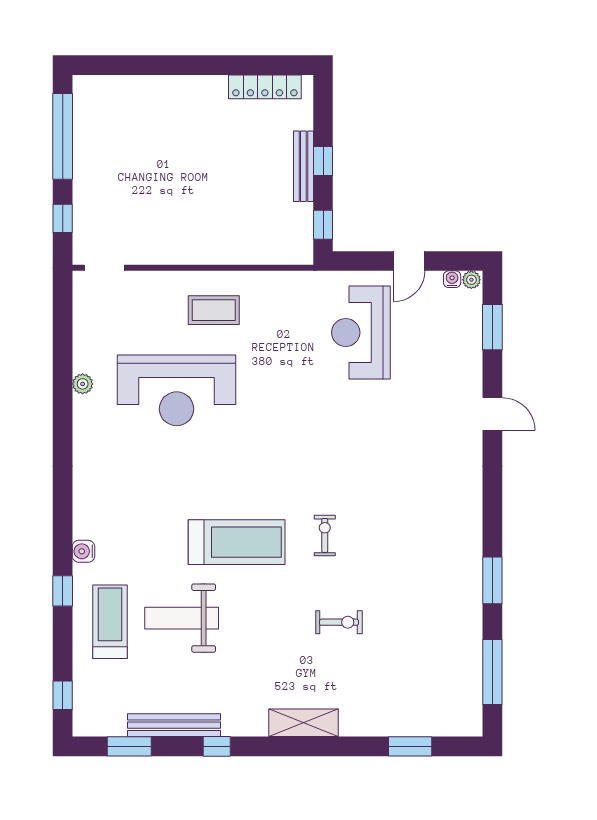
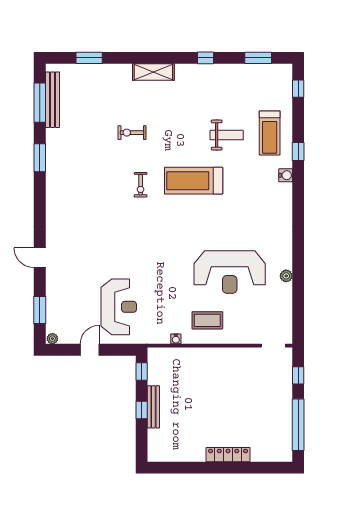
locker: (265, 87) -> (228, 455), moved
water cooler: (452, 279) -> (176, 339), moved
reception desk: (177, 390) -> (230, 272), turned 180
weight bench: (182, 618) -> (227, 135), width x0.73, depth x0.75
bench: (174, 725) -> (53, 100), moved, turned 90

